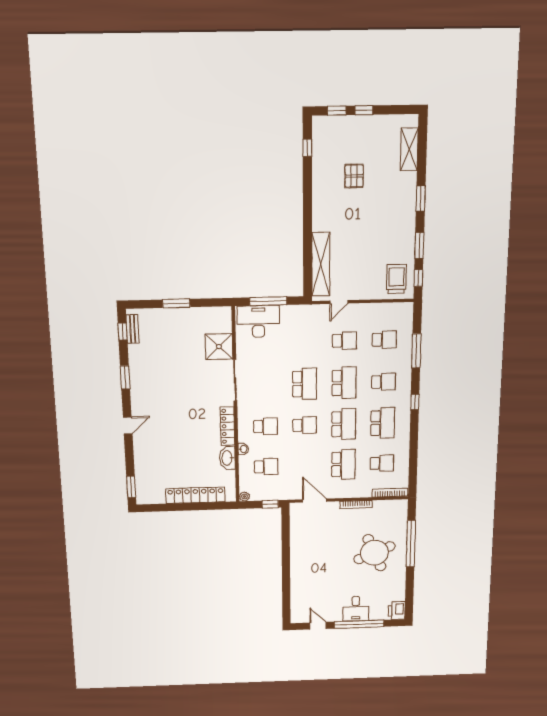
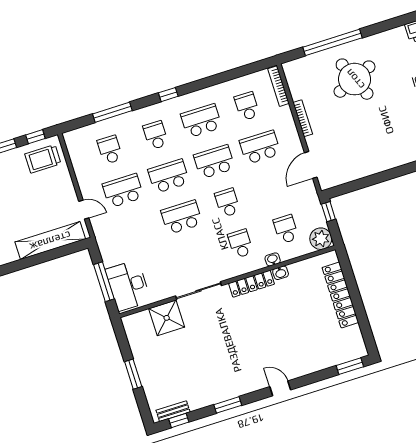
school desk: (344, 341) -> (123, 191), width x1.85
washbasin: (227, 458) -> (281, 273), width x0.52, depth x0.69
plant: (244, 497) -> (321, 239), width x1.88, depth x1.88

